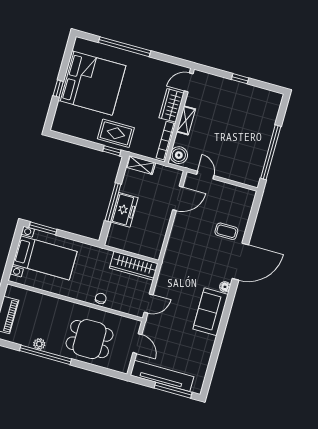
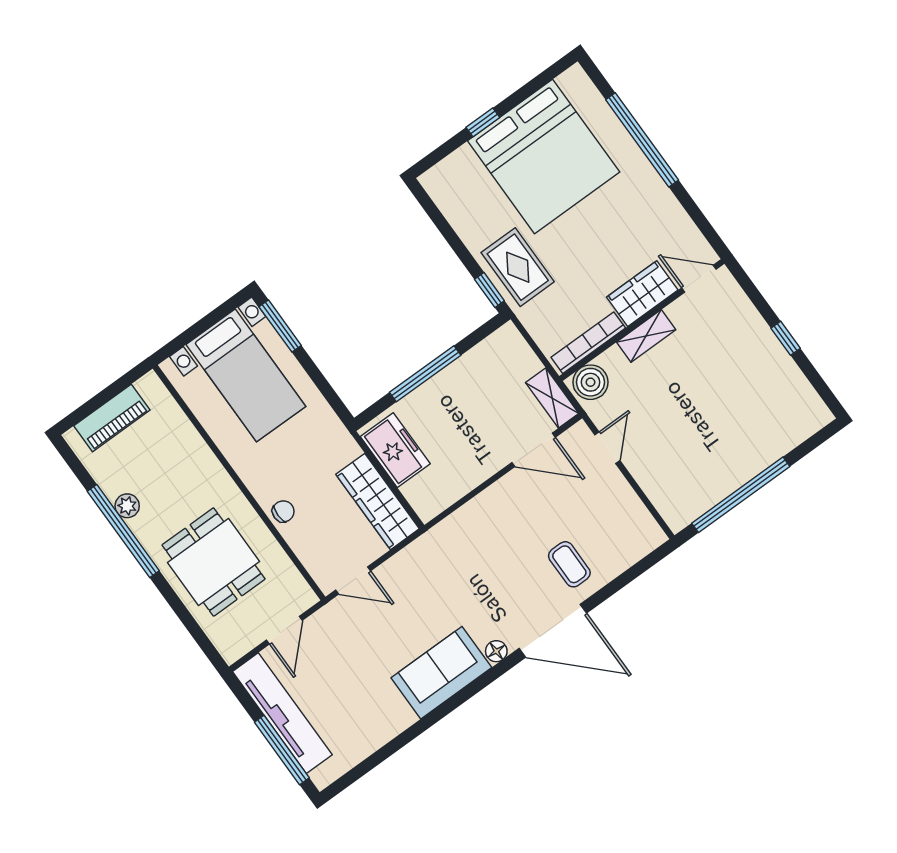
shelving: (141, 165) -> (552, 398), moved
freezer: (124, 210) -> (395, 450), moved, turned -90

